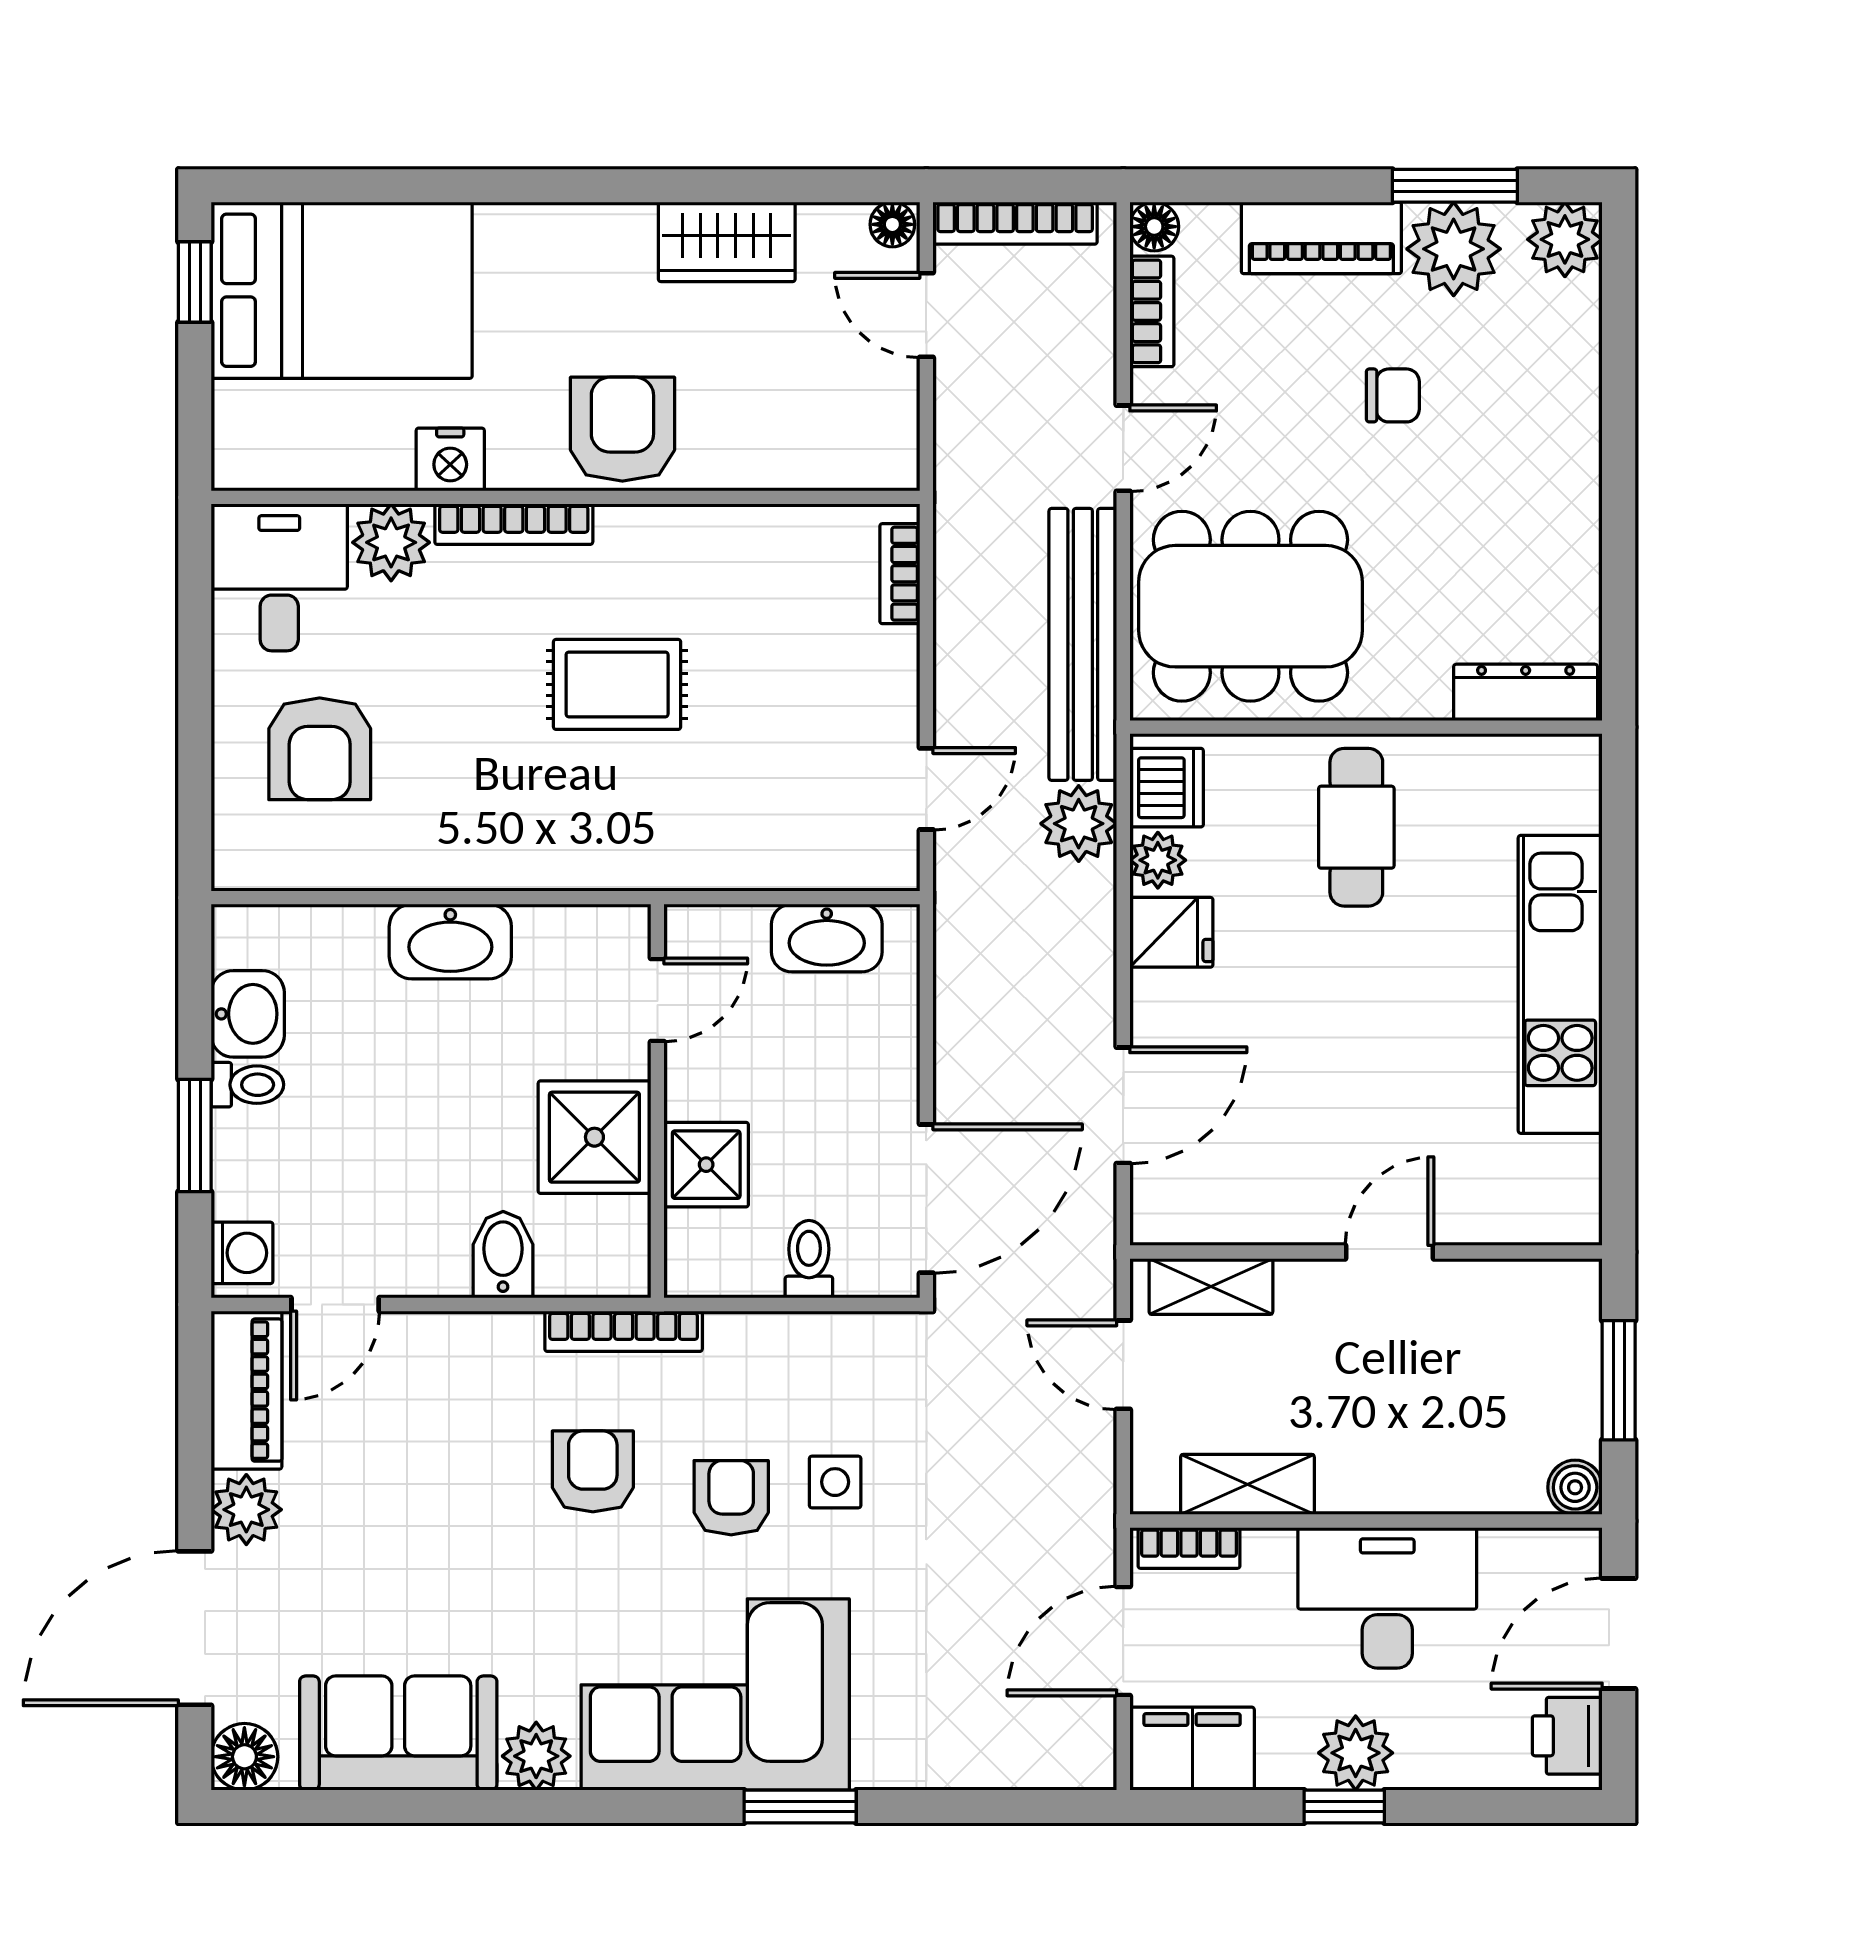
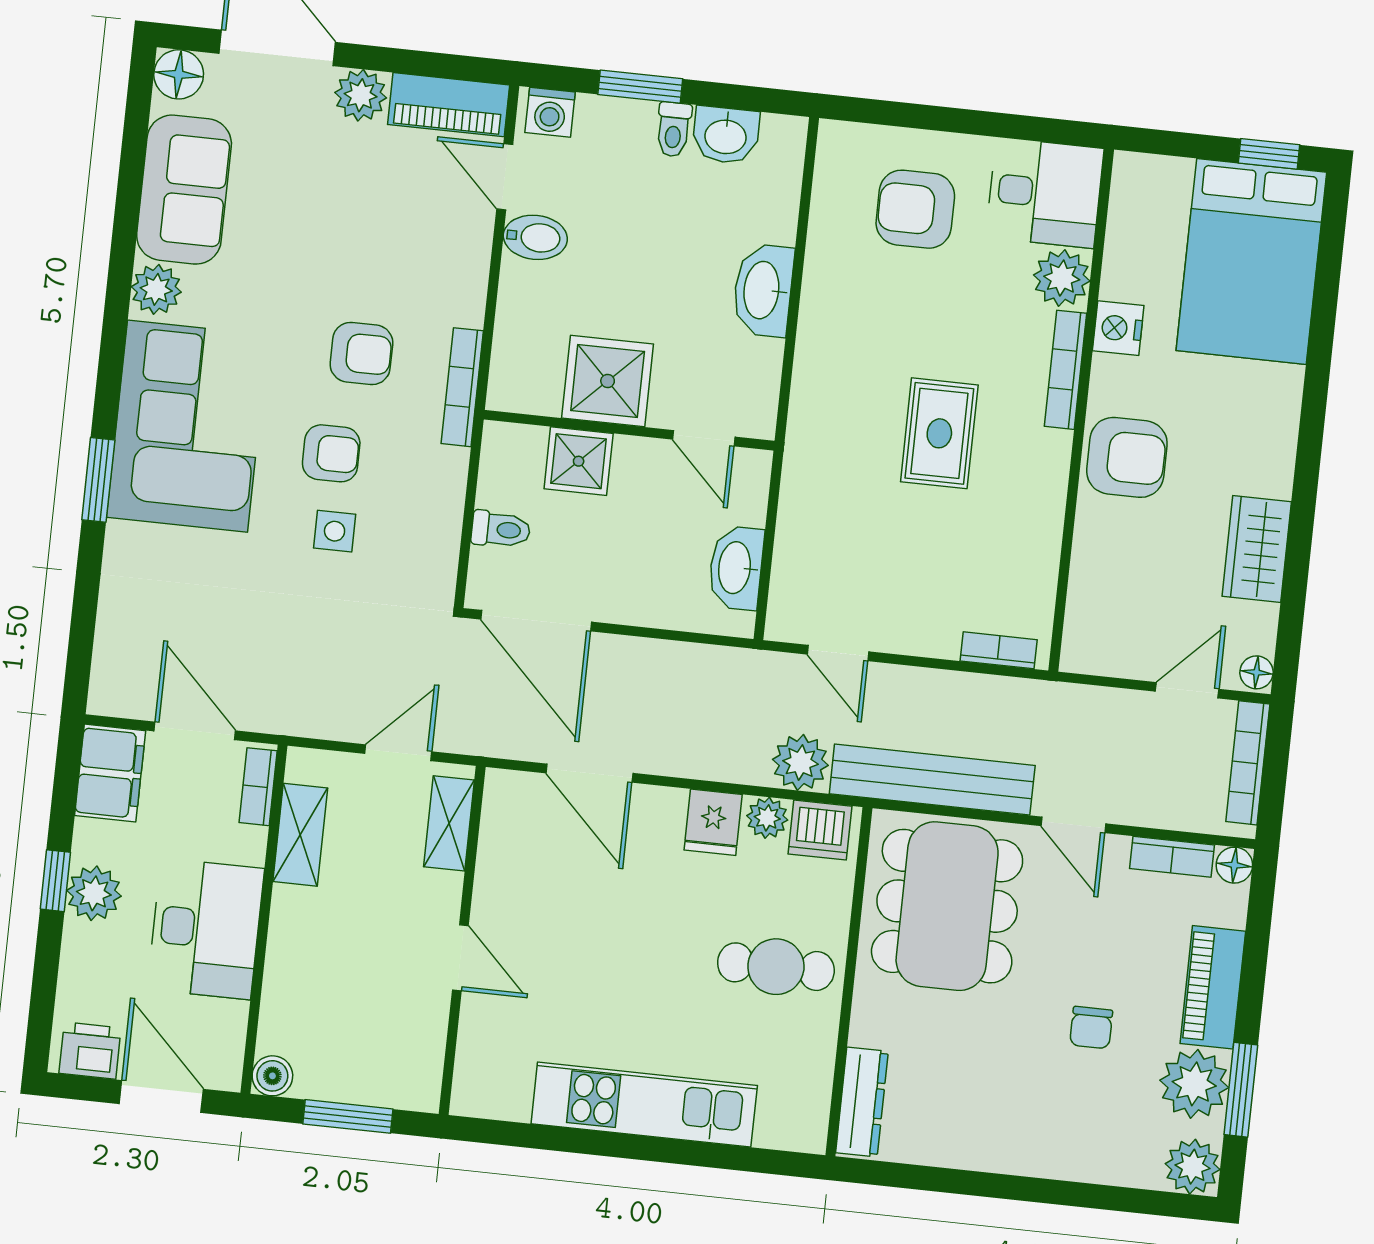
bidet: (503, 1255) -> (535, 237), moved

